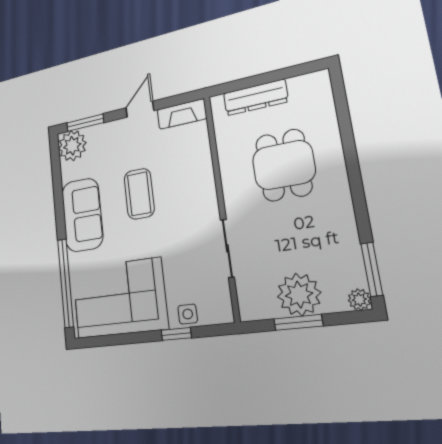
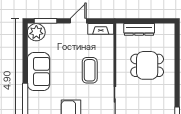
dining table: (284, 165) -> (147, 65), turned 90
coffee table: (139, 194) -> (90, 70), moved

